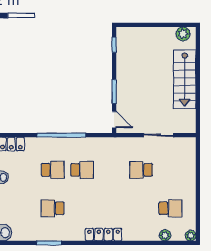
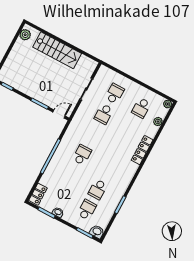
school desk: (53, 170) -> (87, 210), moved
school desk: (170, 170) -> (115, 94), added
school desk: (170, 208) -> (141, 108), turned 180
locker: (104, 235) -> (142, 150), moved

